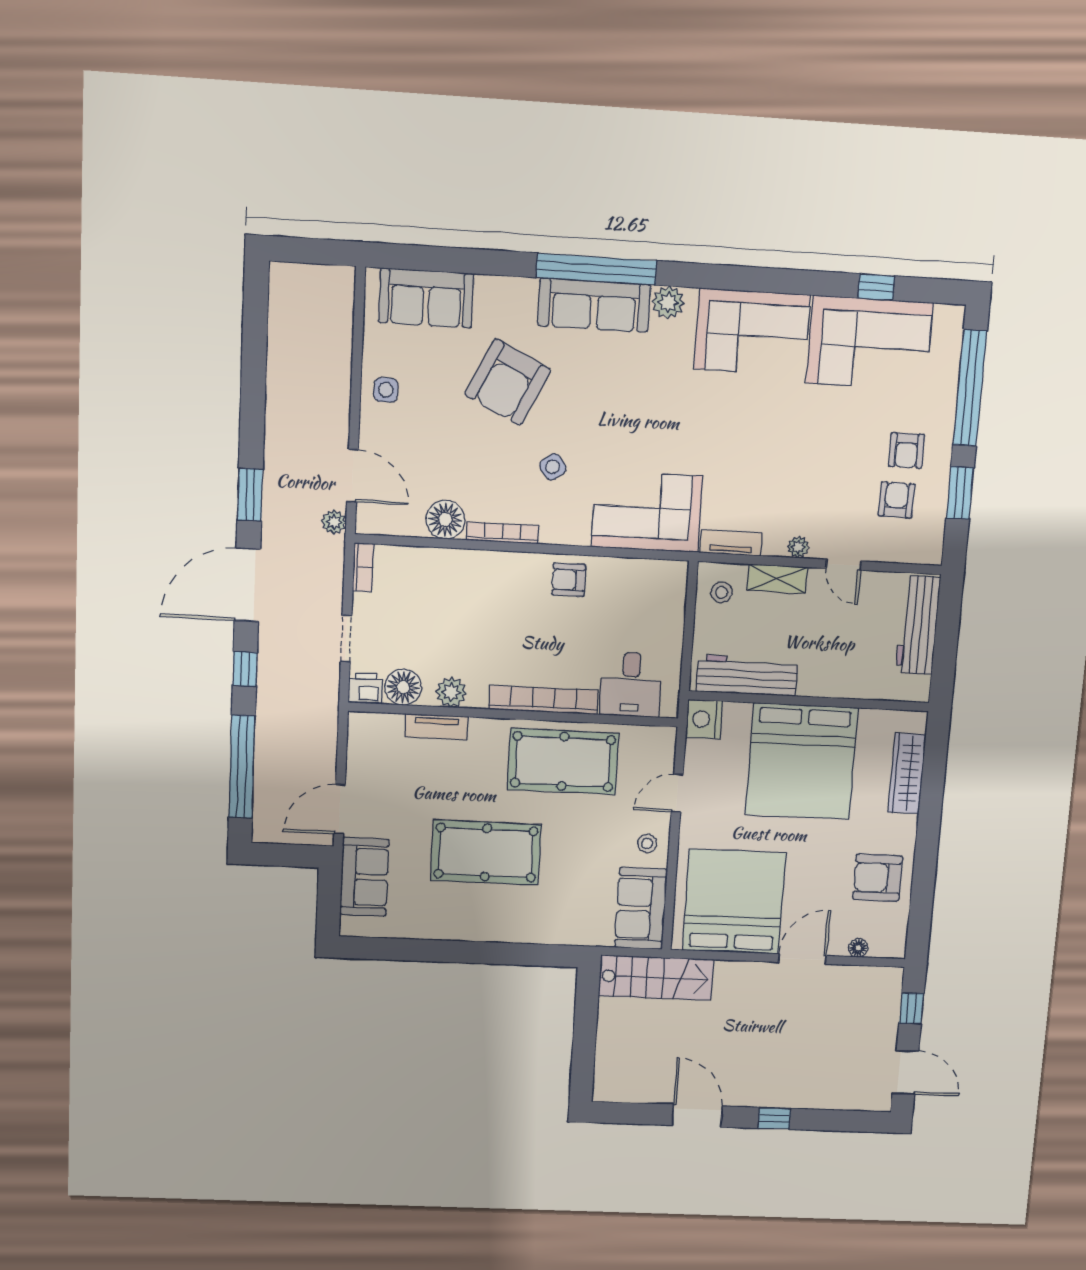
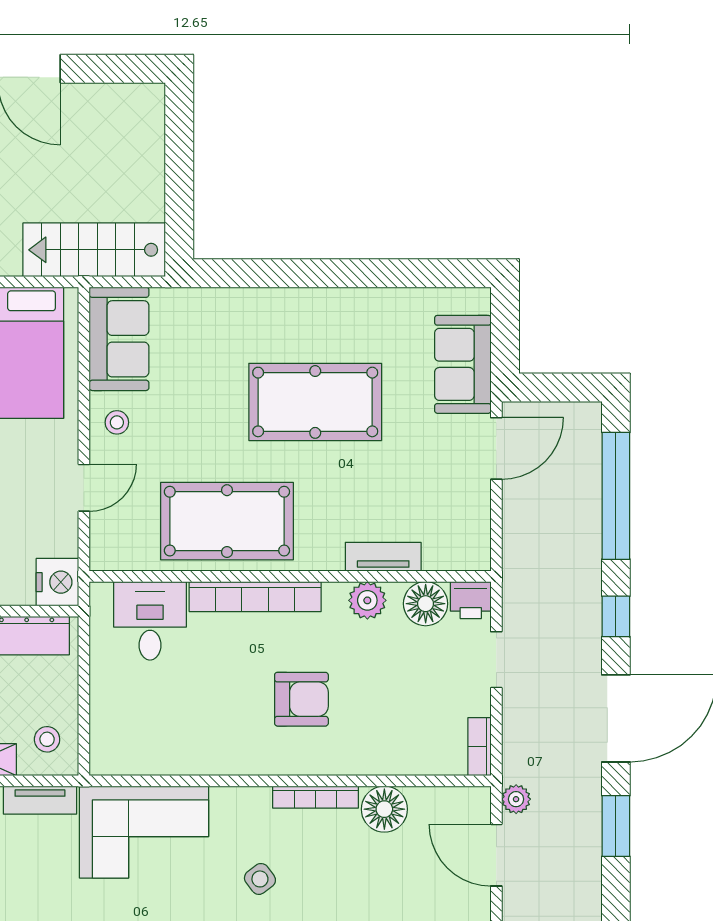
armchair: (569, 580) -> (301, 699), moved, width x1.38, depth x1.38

